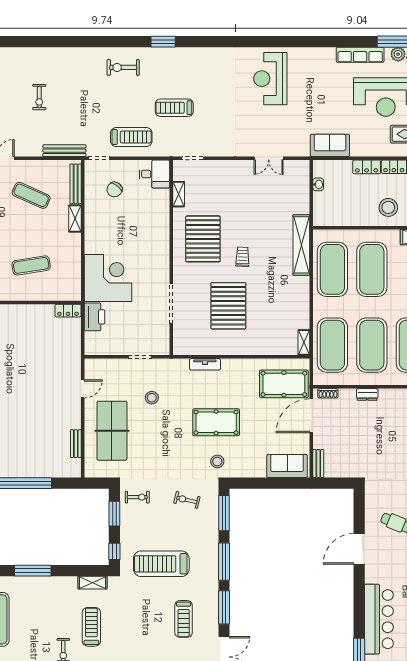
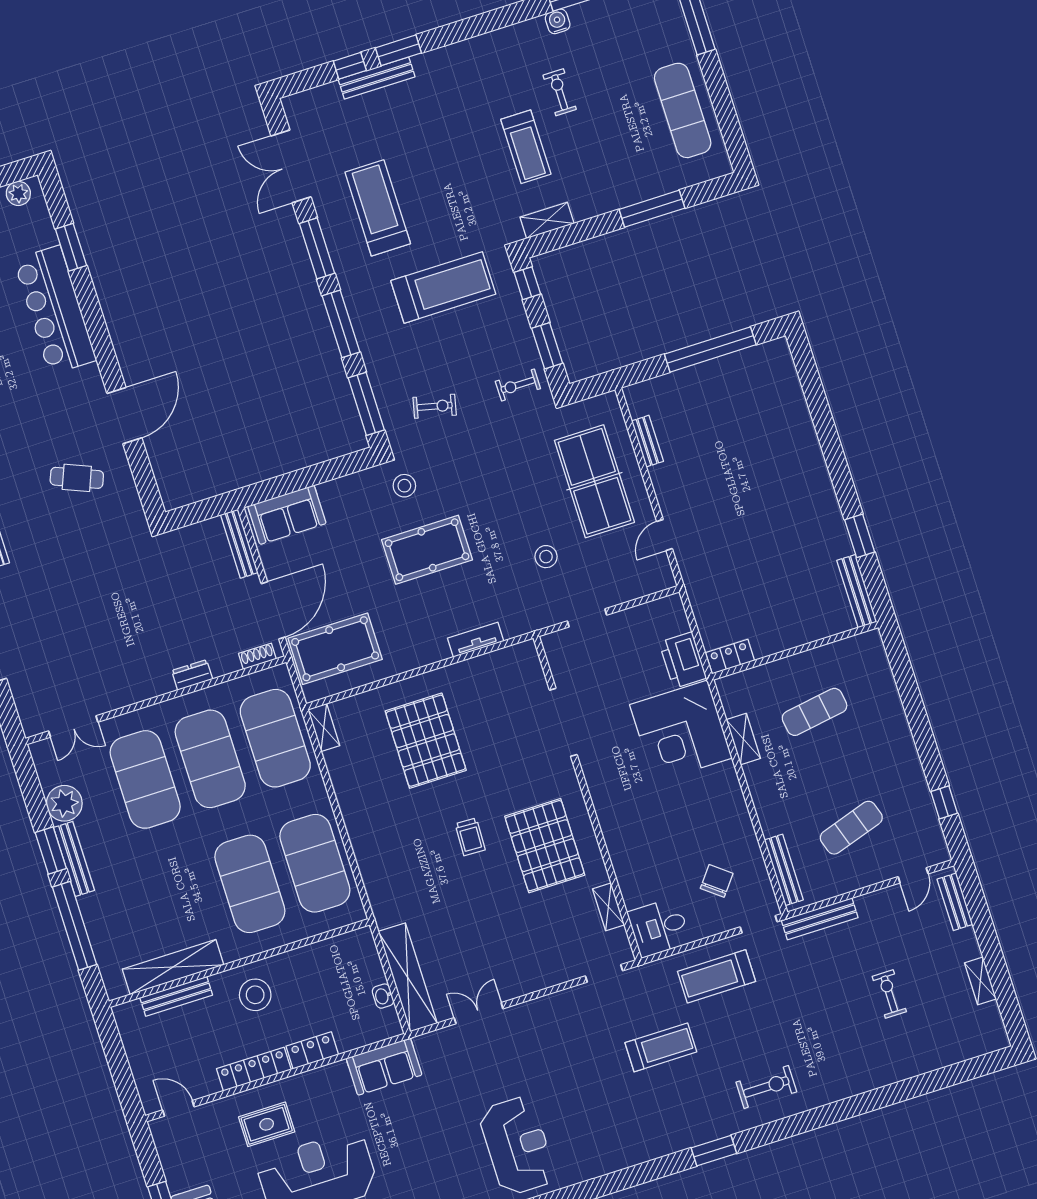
exercise mat: (31, 195) -> (851, 828), turned -42
shelving: (75, 219) -> (743, 739), moved
shelving: (301, 245) -> (408, 977), moved
pallet: (228, 306) -> (426, 741), moved
bench: (318, 464) -> (239, 544), width x1.36
treadmill: (184, 619) -> (378, 208), width x1.37, depth x1.38

